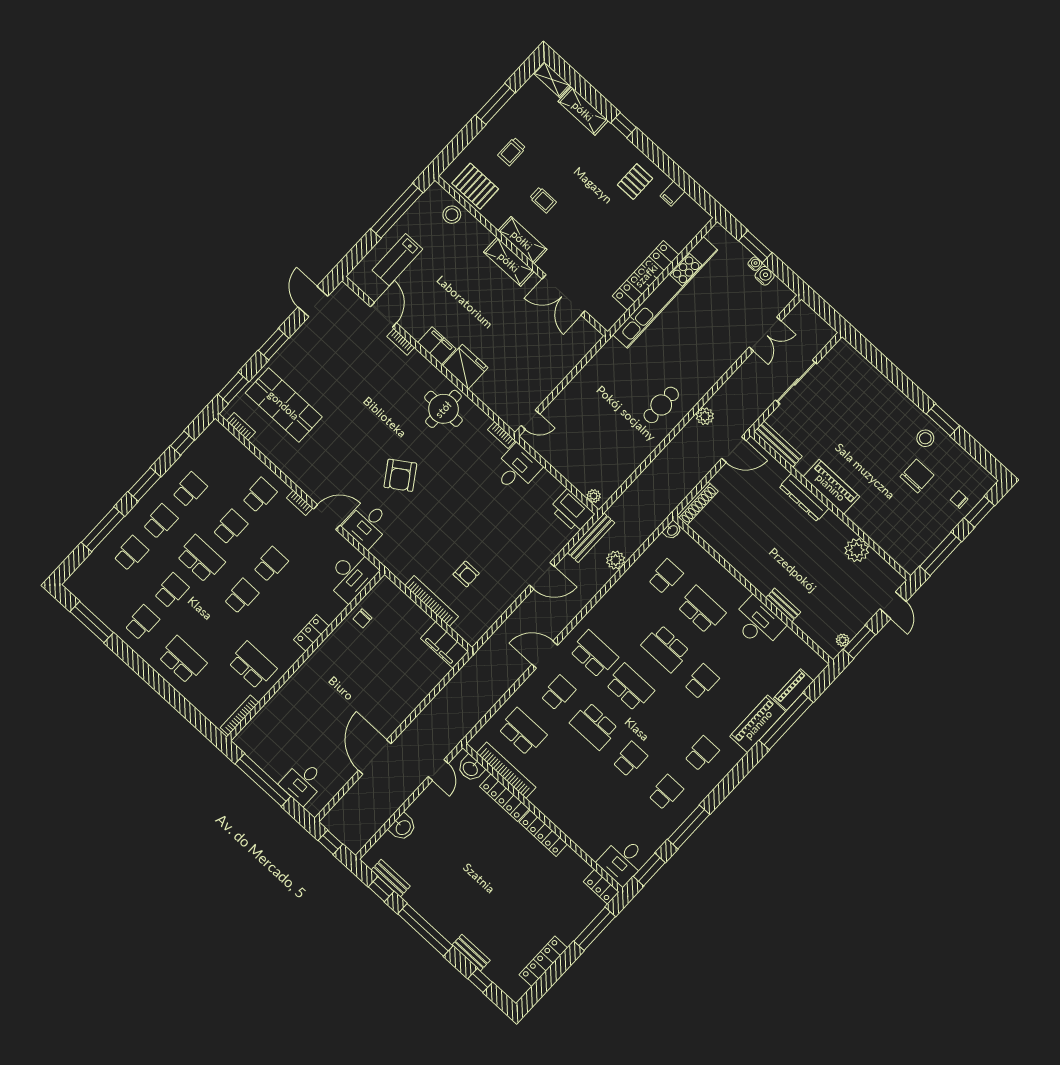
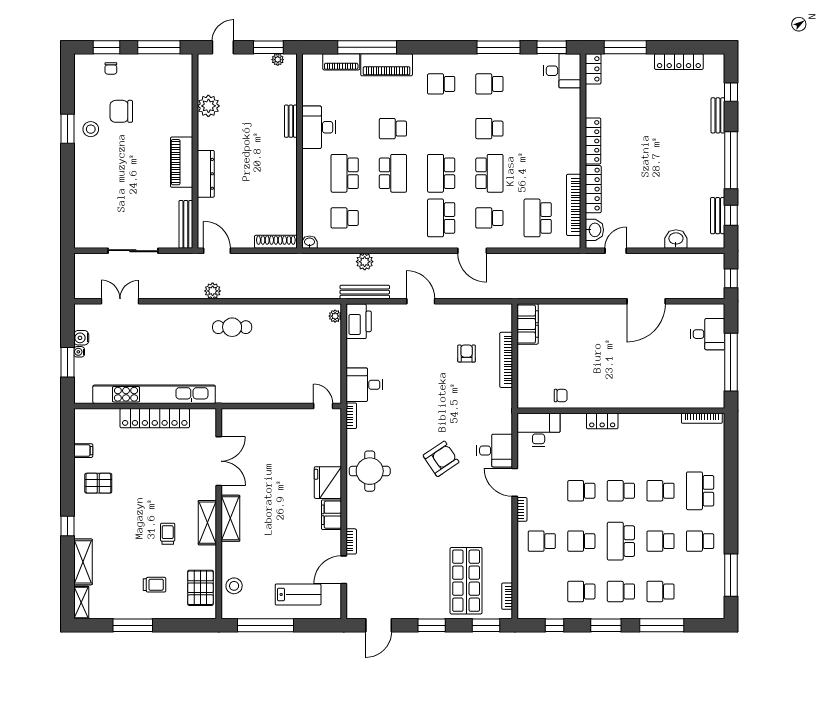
school desk: (252, 665) -> (661, 491), moved, width x0.54

